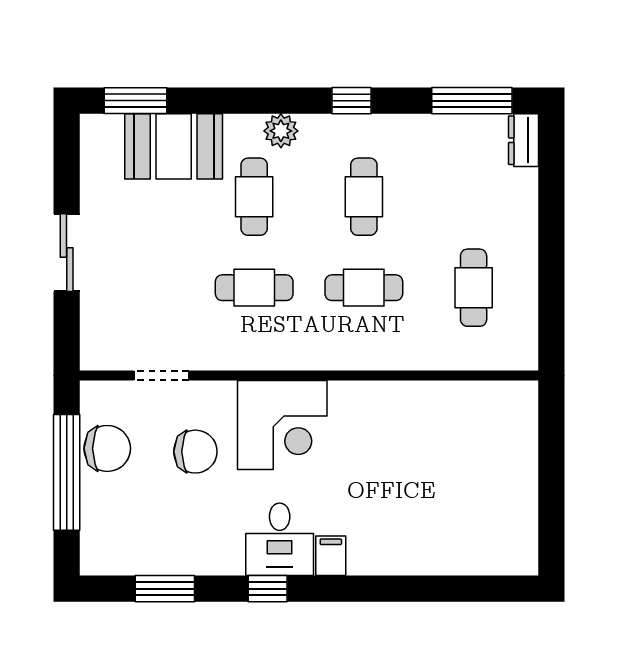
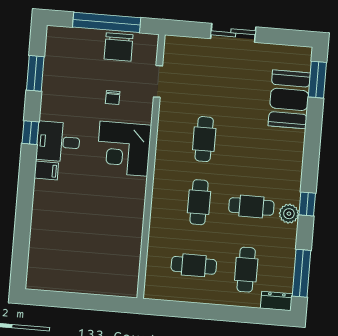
plant: (281, 131) -> (289, 214), moved
cafe table: (254, 197) -> (246, 270), moved, turned 90
chair: (195, 452) -> (113, 97), width x0.54, depth x0.54

